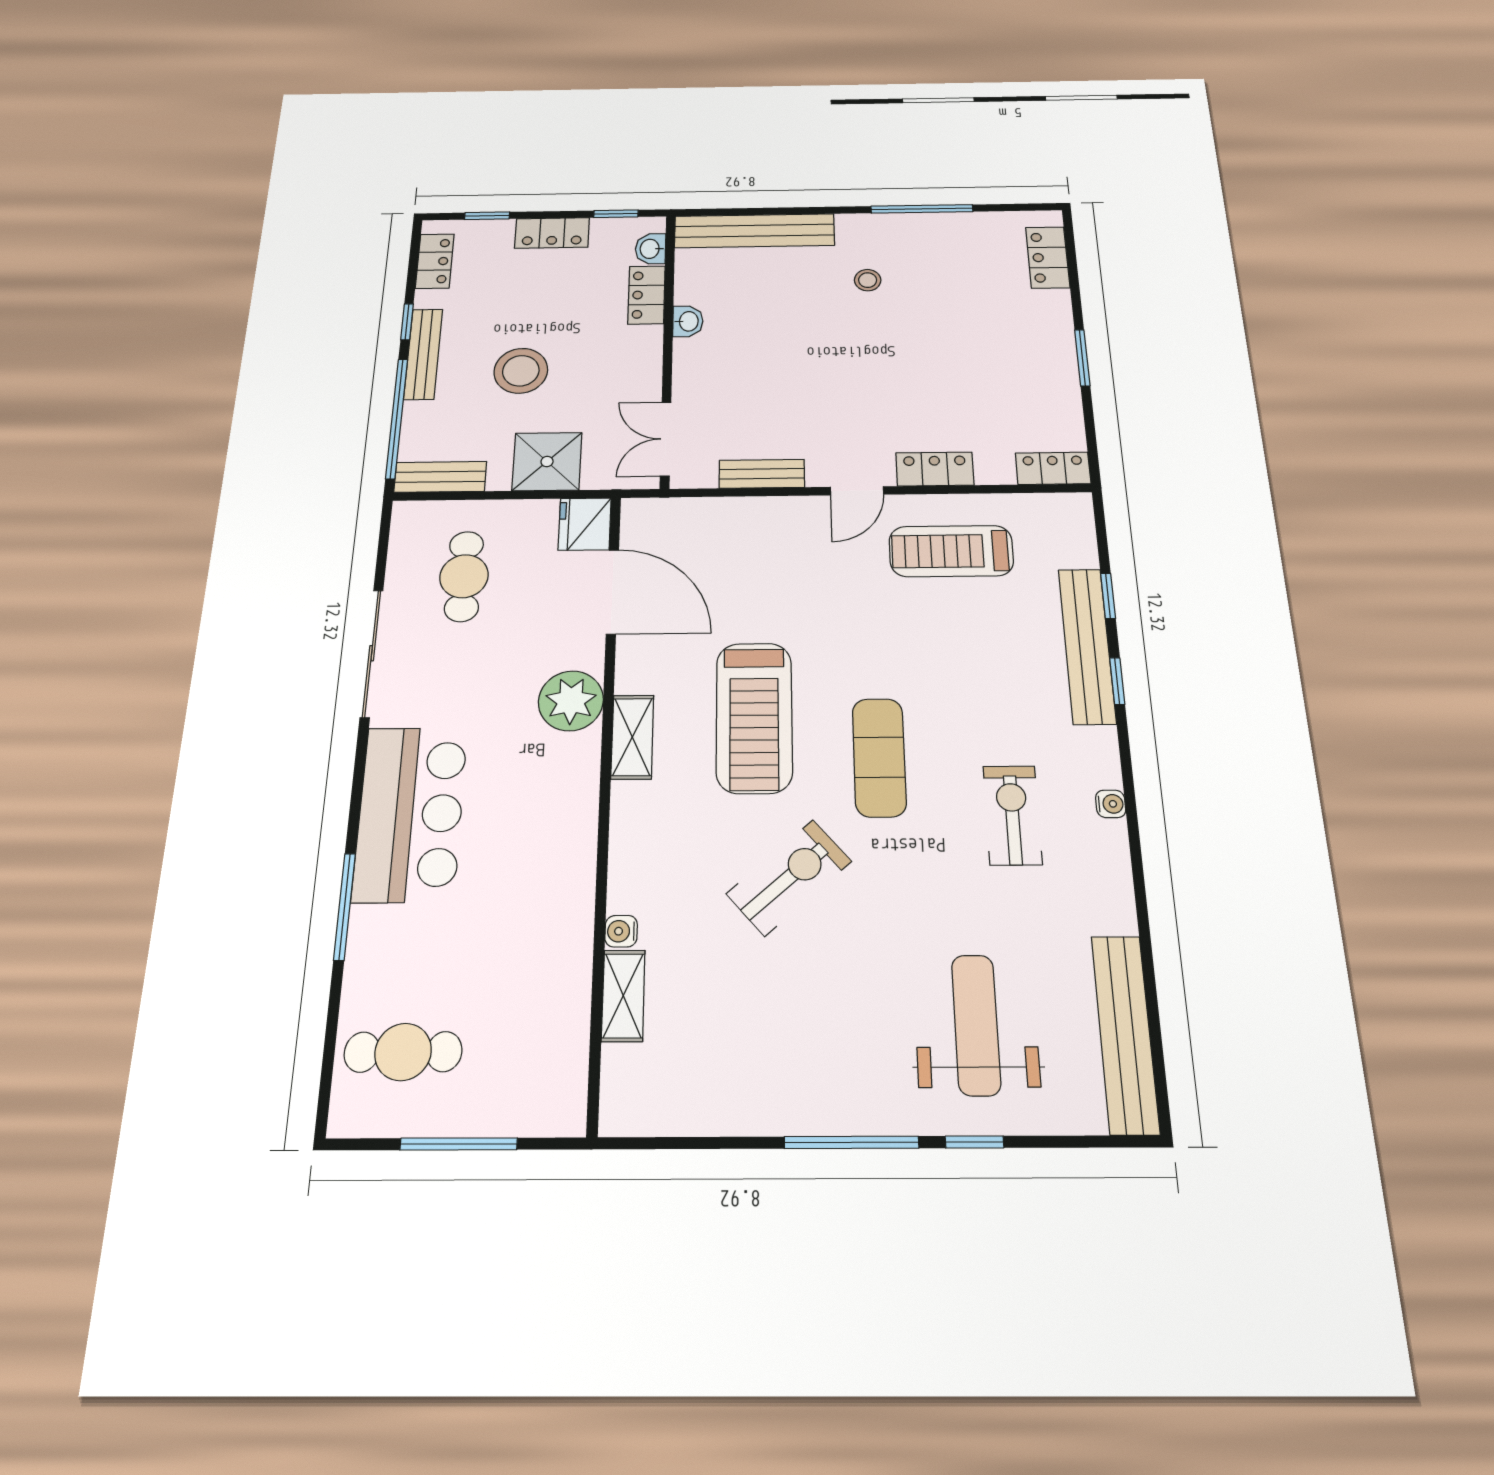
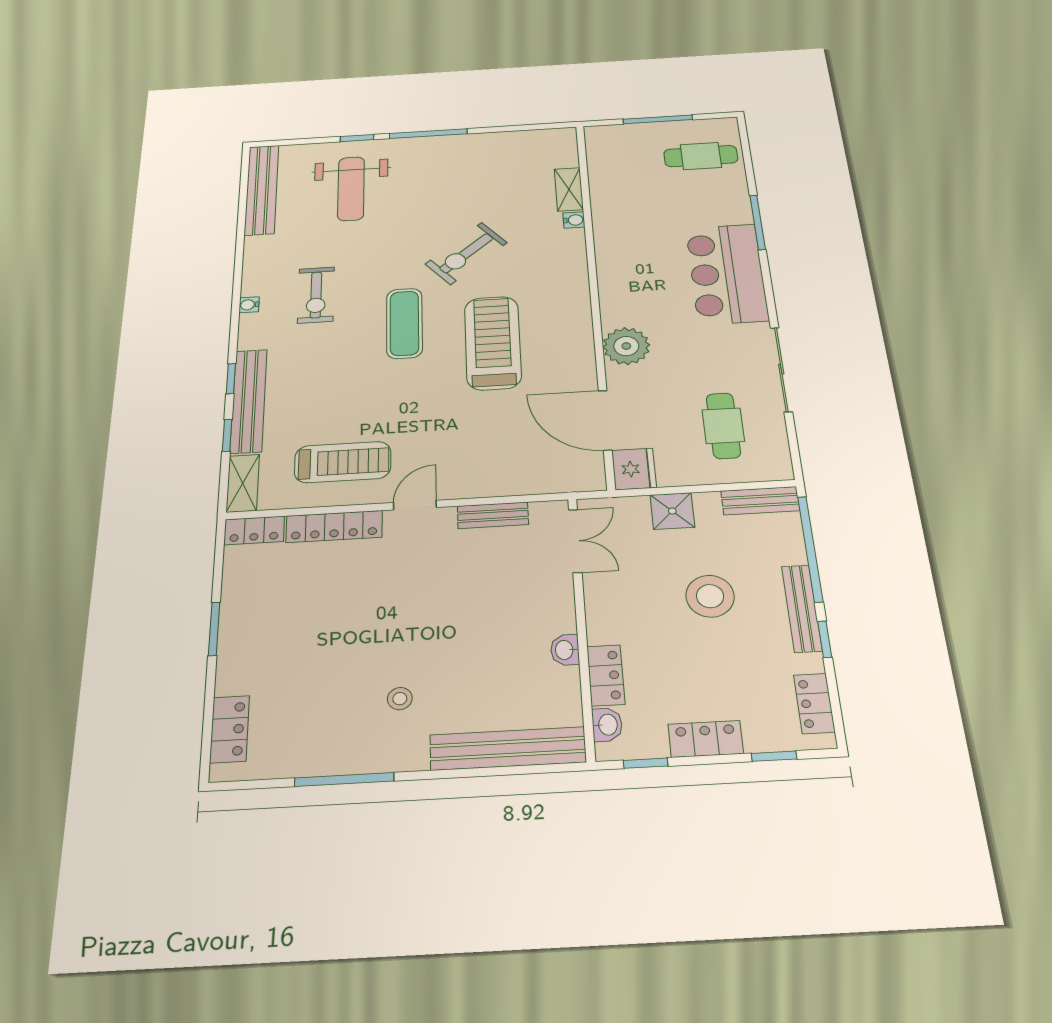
shower: (547, 462) -> (672, 511), width x0.73, depth x0.73
locker: (935, 469) -> (334, 527), width x1.53
shelving: (632, 737) -> (243, 483), moved

